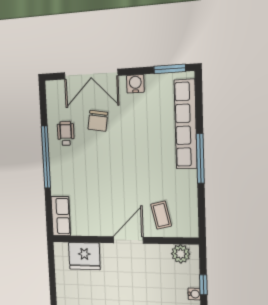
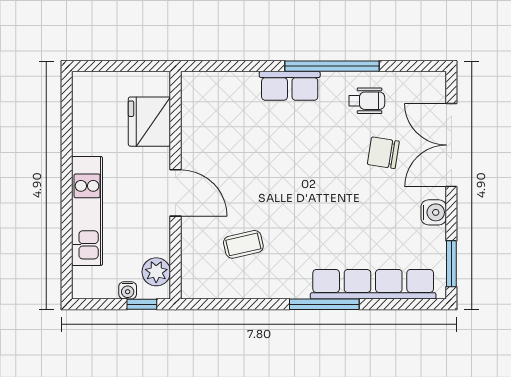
row of seats: (61, 216) -> (290, 86), moved
wall: (123, 240) -> (175, 185), moved
door: (128, 240) -> (175, 193), moved
plant: (181, 254) -> (156, 272), moved
fridge: (84, 256) -> (149, 122), moved

